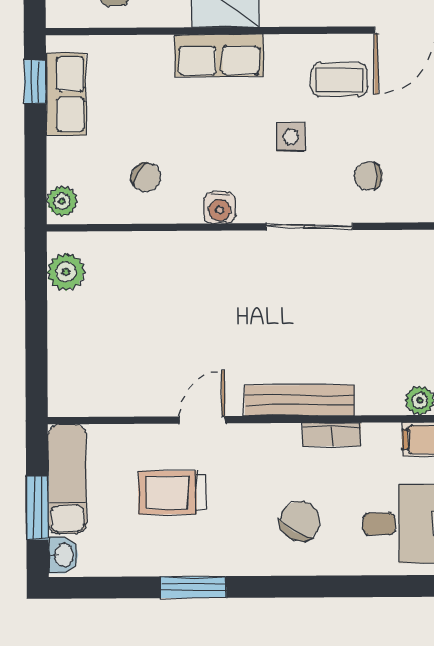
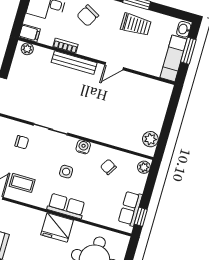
side table: (291, 137) -> (66, 172), moved
trolley: (172, 493) -> (136, 25), moved

